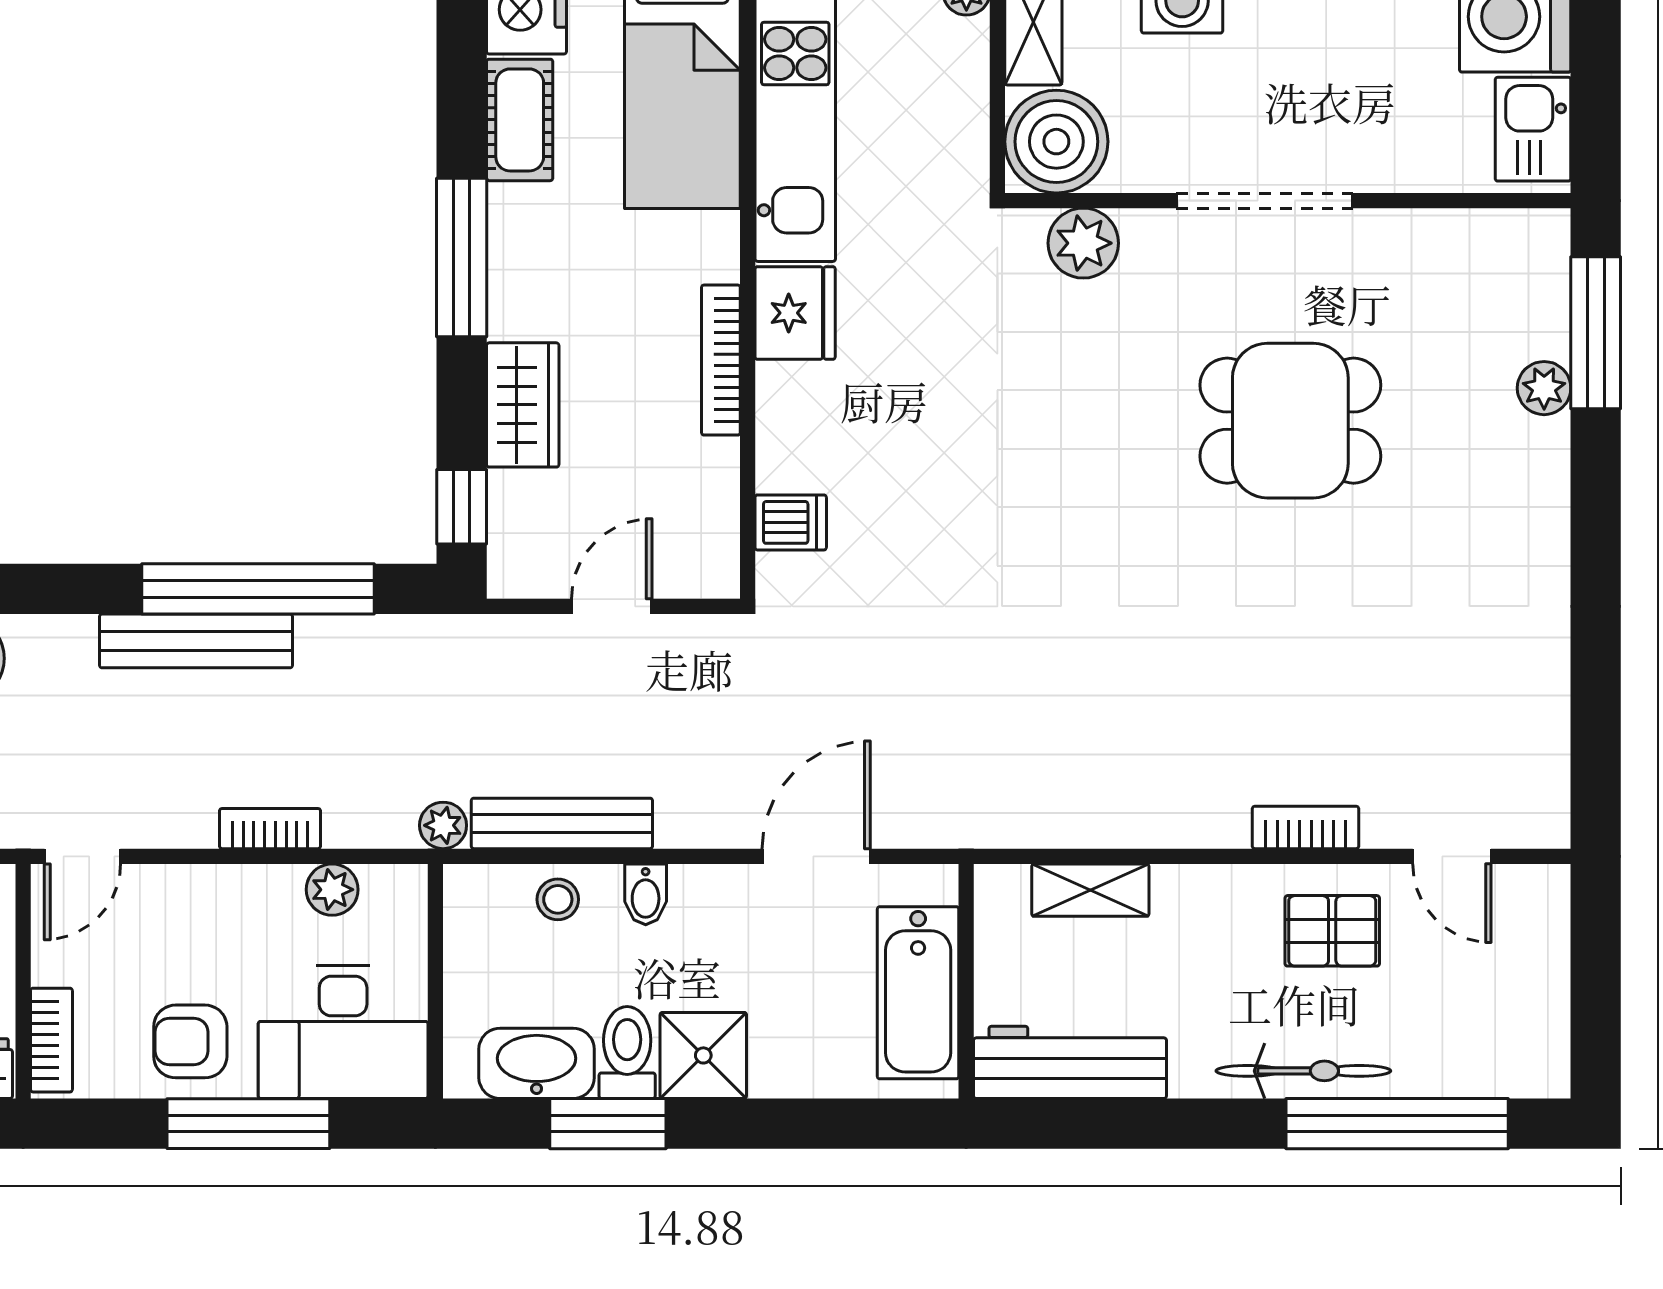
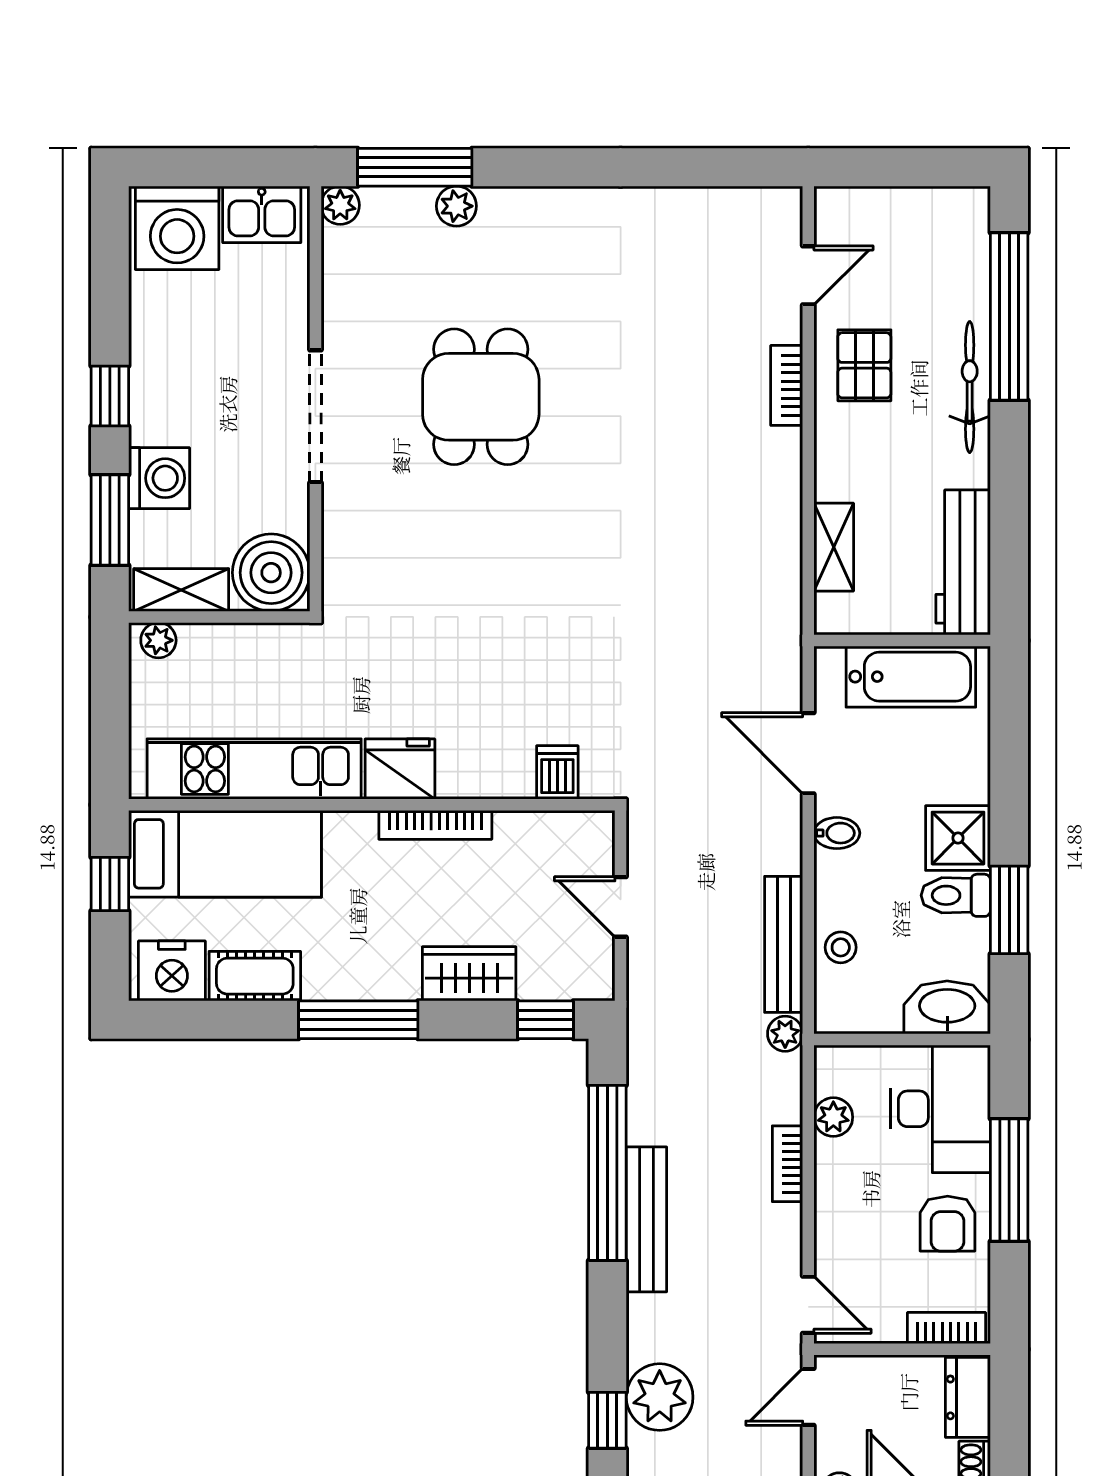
plant: (1083, 243) -> (340, 205), moved, width x0.73, depth x0.73
bidet: (646, 894) -> (837, 833), moved
washbasin: (537, 1063) -> (947, 1007), moved, turned 90

